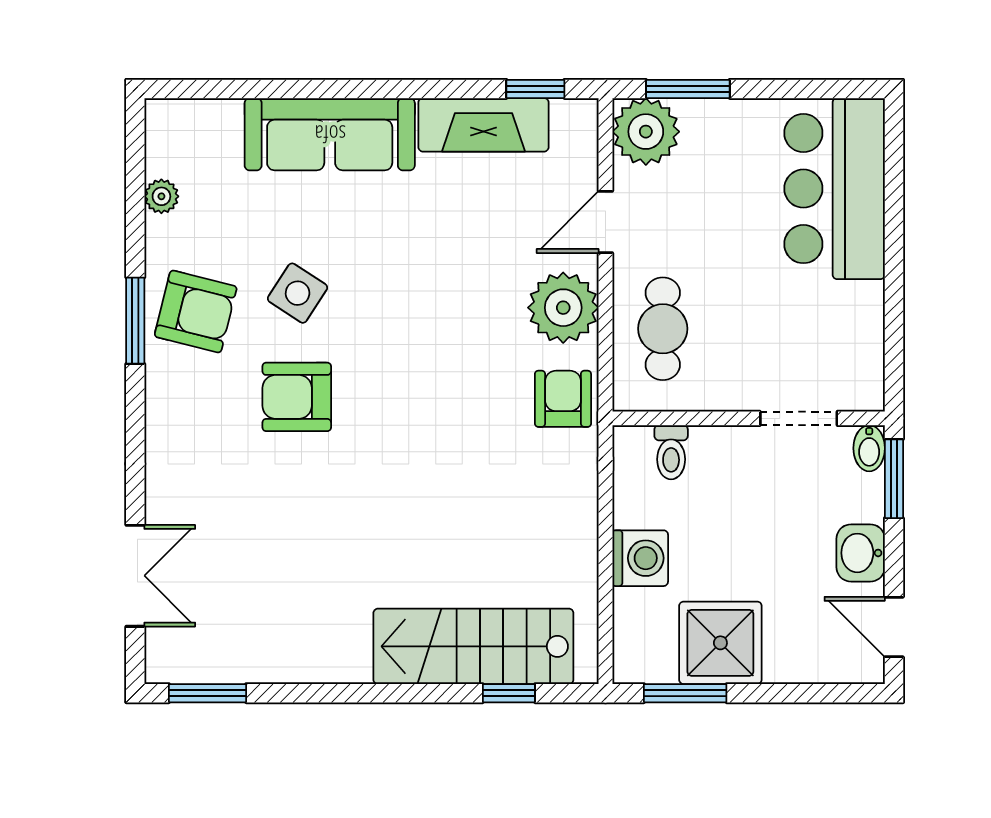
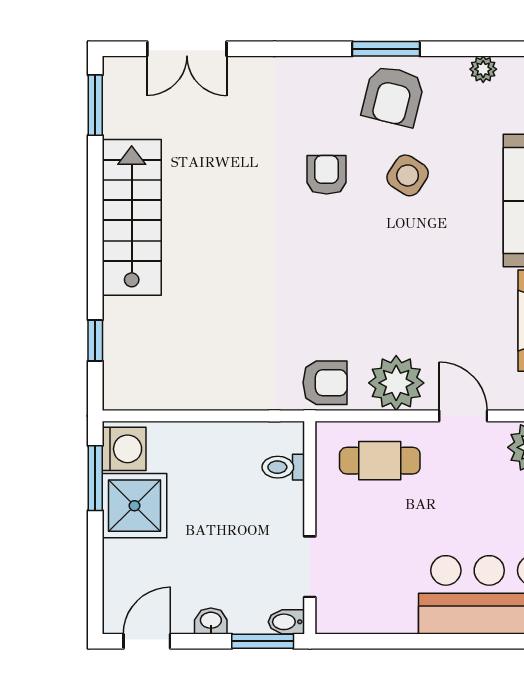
armchair: (297, 397) -> (327, 175), width x0.72, depth x0.72
washbasin: (861, 553) -> (211, 621), width x0.72, depth x0.69
washing machine: (640, 558) -> (124, 449), moved, turned -90
stairs: (473, 646) -> (132, 217), moved

